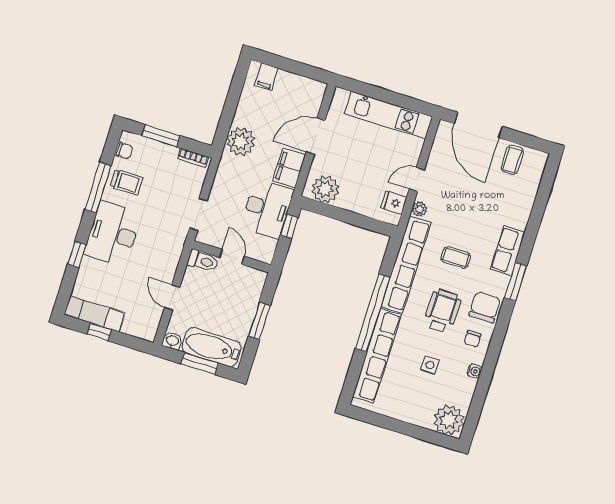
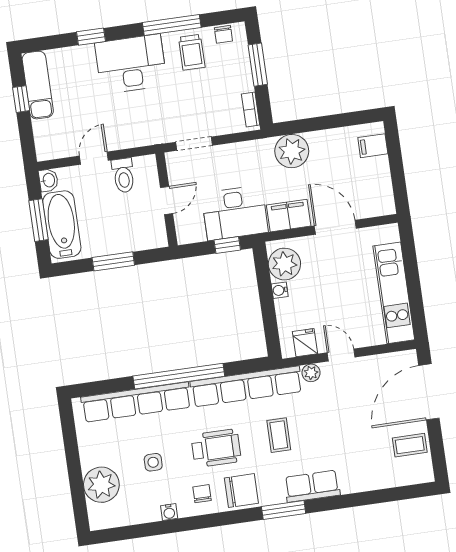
water cooler: (344, 203) -> (280, 290), added
toilet: (203, 261) -> (123, 175), moved
chair: (472, 339) -> (202, 494), turned 90
plant: (449, 420) -> (101, 485), moved

